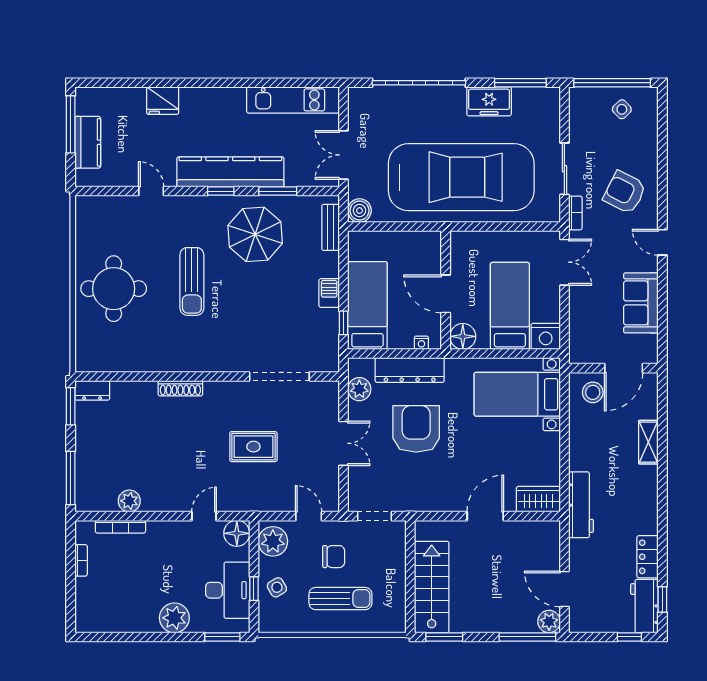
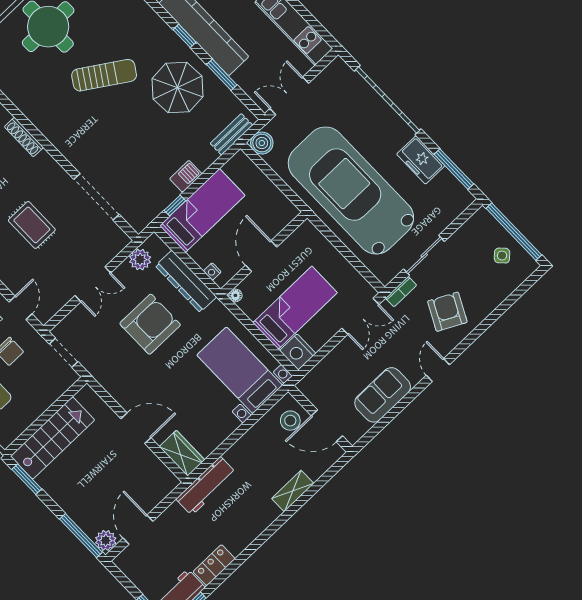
car: (461, 177) -> (351, 190), turned 180
sun lounger: (192, 281) -> (104, 75), turned -147
floor lamp: (463, 336) -> (235, 295), width x0.53, depth x0.53

